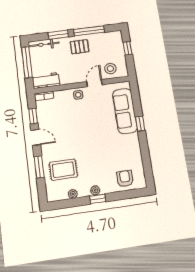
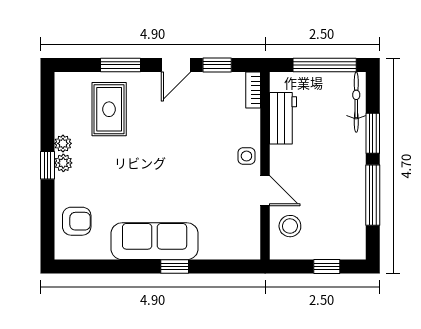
pallet: (80, 47) -> (343, 172), removed
workbench: (46, 81) -> (283, 118), moved
sofa: (125, 111) -> (155, 241), moved
plant: (73, 194) -> (63, 143), moved

